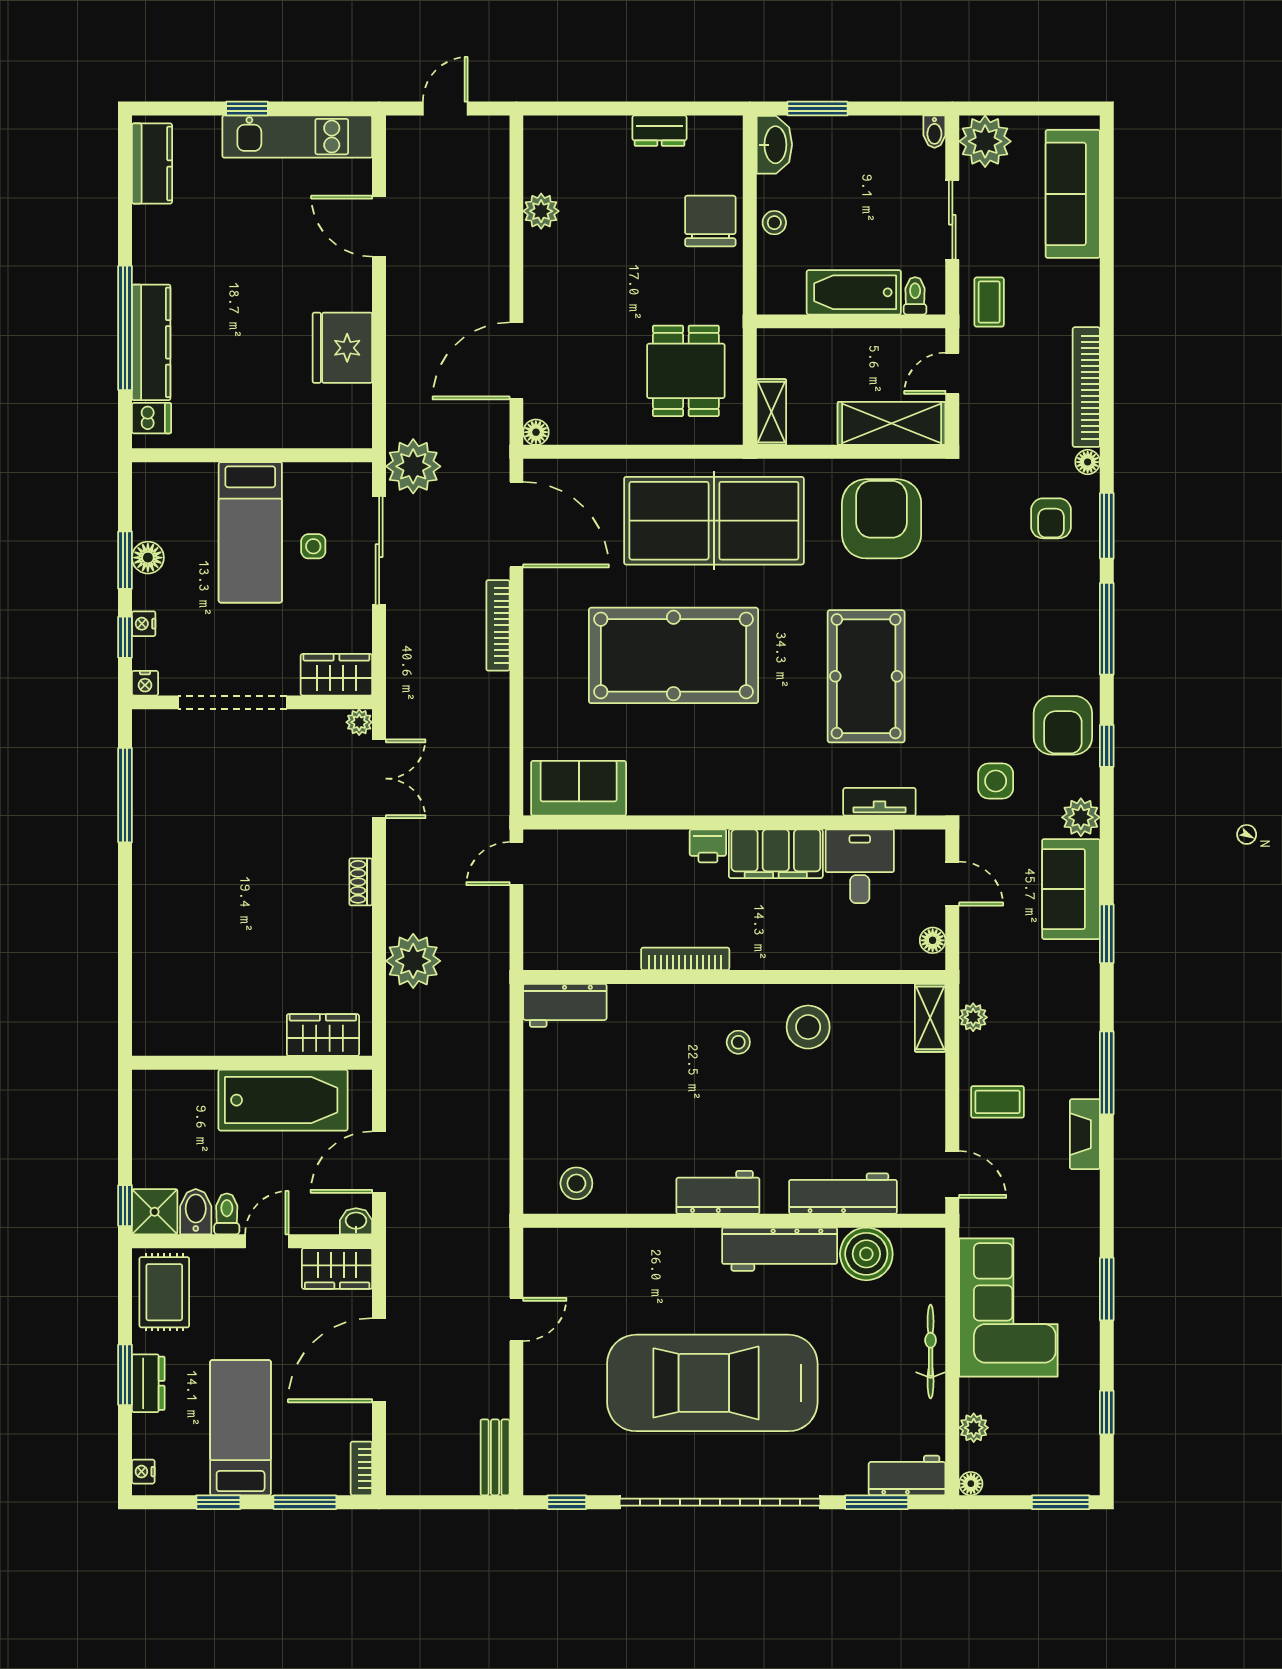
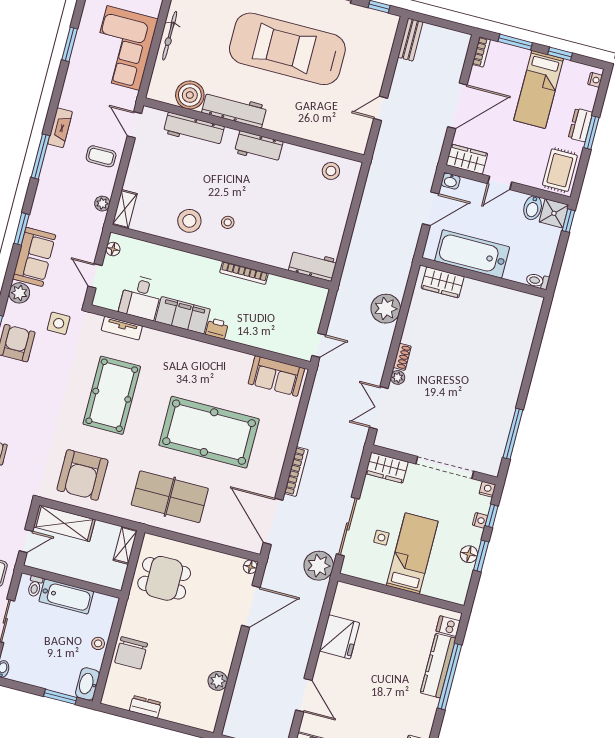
dining table: (686, 371) -> (164, 578), turned 90
table tennis table: (714, 521) -> (170, 497), width x0.73, depth x0.76
plant: (359, 722) -> (398, 377), moved
toilet: (227, 1214) -> (538, 281), moved, turned 90
car: (712, 1383) -> (287, 49), turned 180

